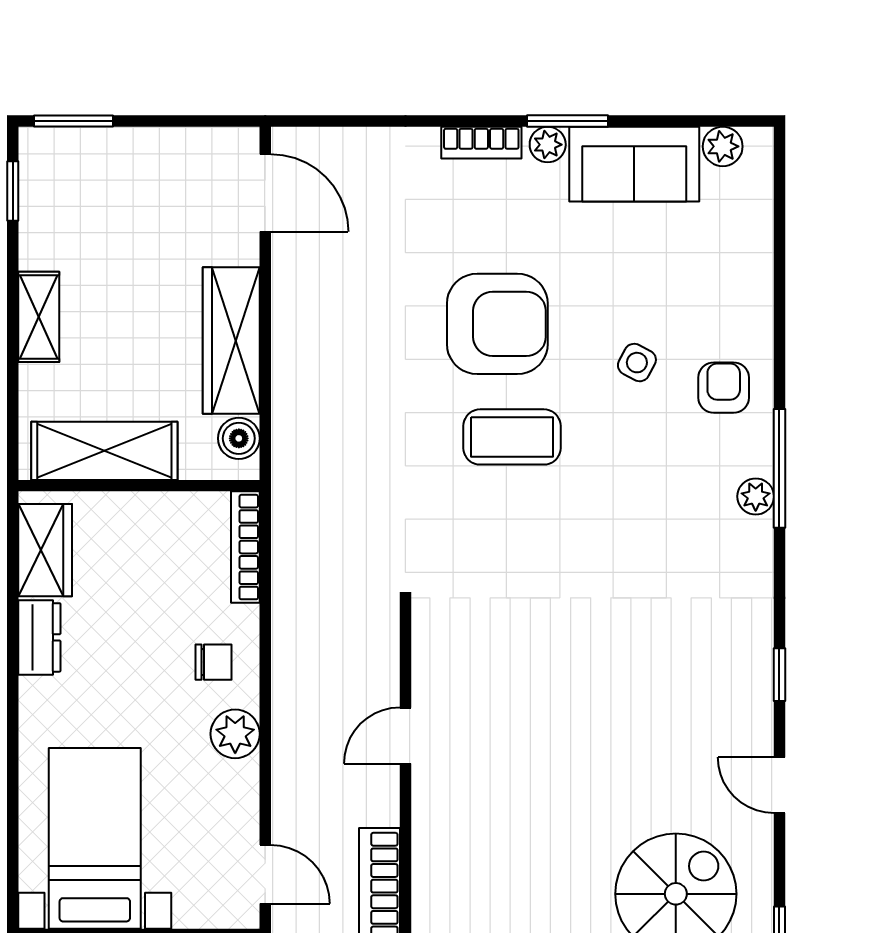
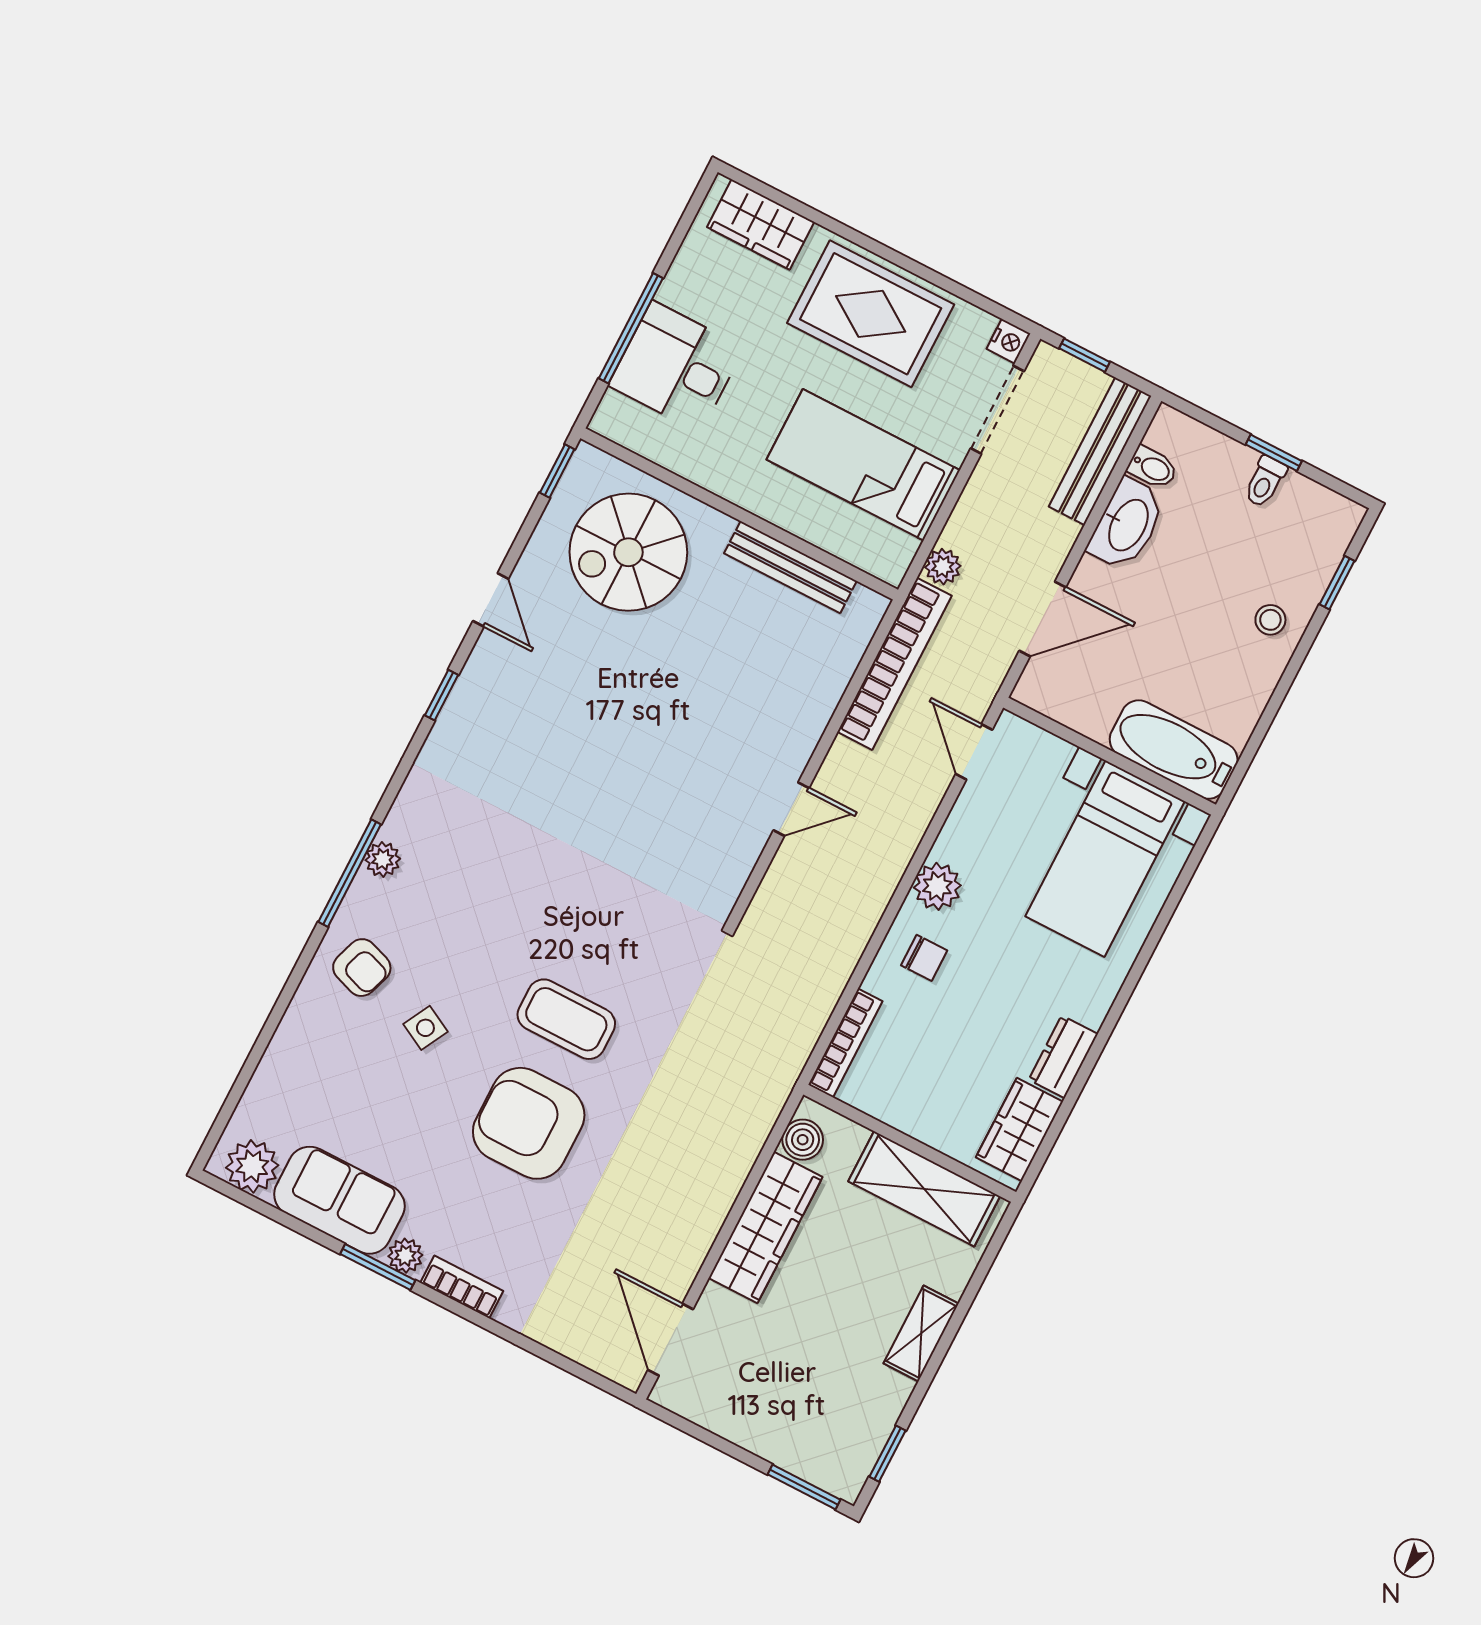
plant: (723, 146) -> (252, 1166), width x1.38, depth x1.38
armchair: (724, 388) -> (362, 968), turned -71
chair: (213, 662) -> (924, 958), turned 180

